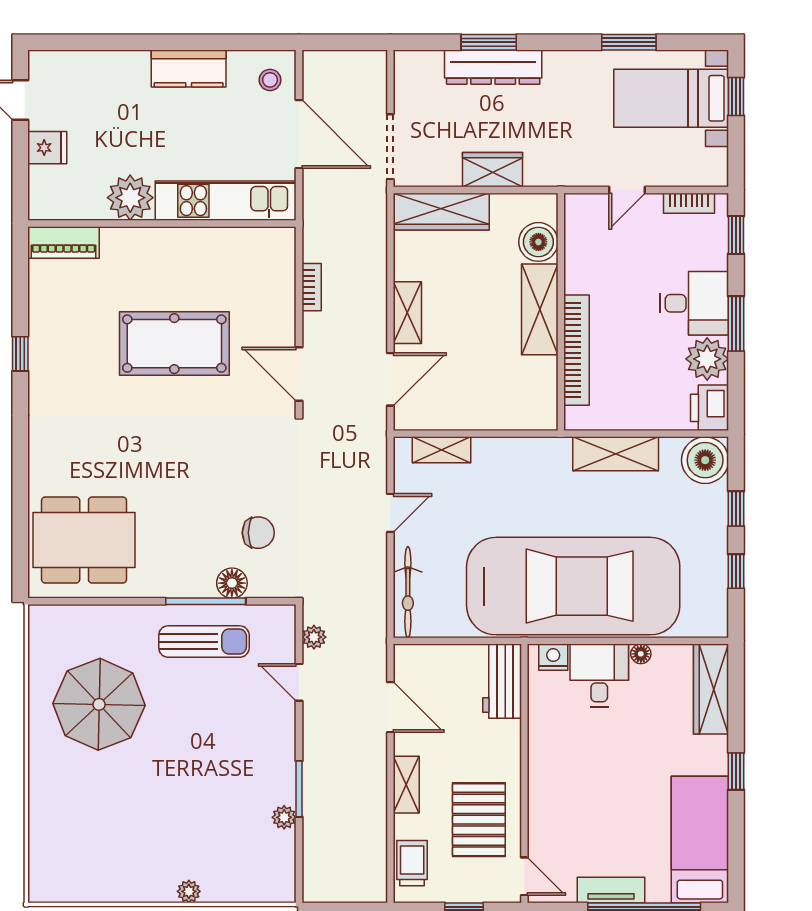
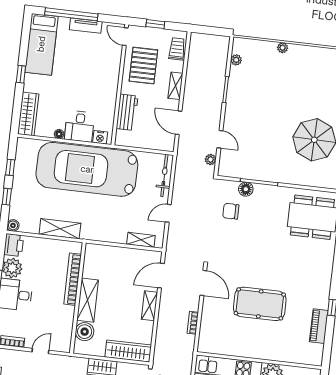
piano: (64, 243) -> (319, 326), moved, turned -90
boiler: (705, 460) -> (13, 225), width x0.54, depth x0.54
sun lounger: (204, 642) -> (262, 163), removed
workbench: (502, 681) -> (127, 112), moved
plant: (284, 817) -> (236, 60), moved
trolley: (412, 863) -> (177, 49), turned 180

